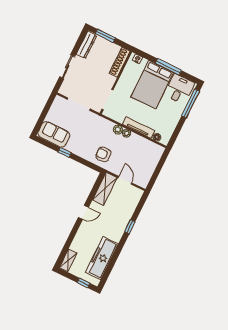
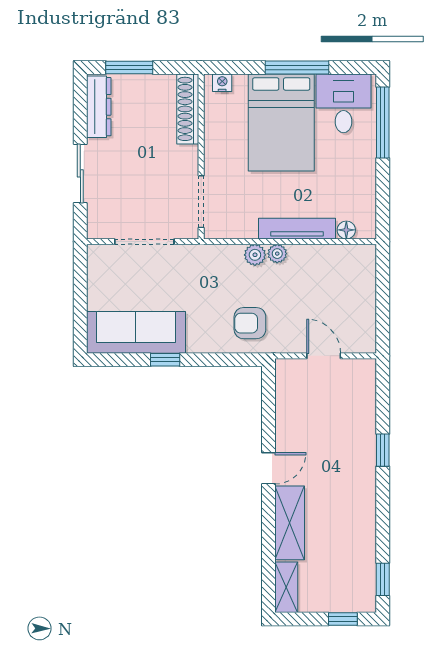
sofa: (54, 134) -> (136, 332), width x1.36
shelving: (105, 189) -> (290, 523), moved
freezer: (102, 258) -> (356, 547), removed
window: (106, 275) -> (383, 579), added

